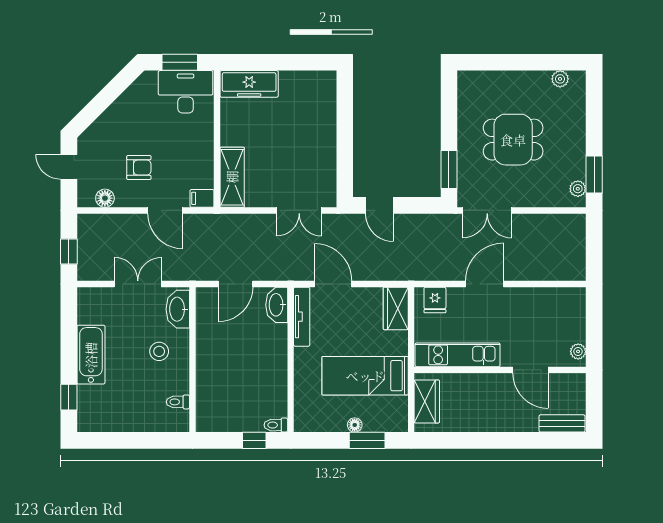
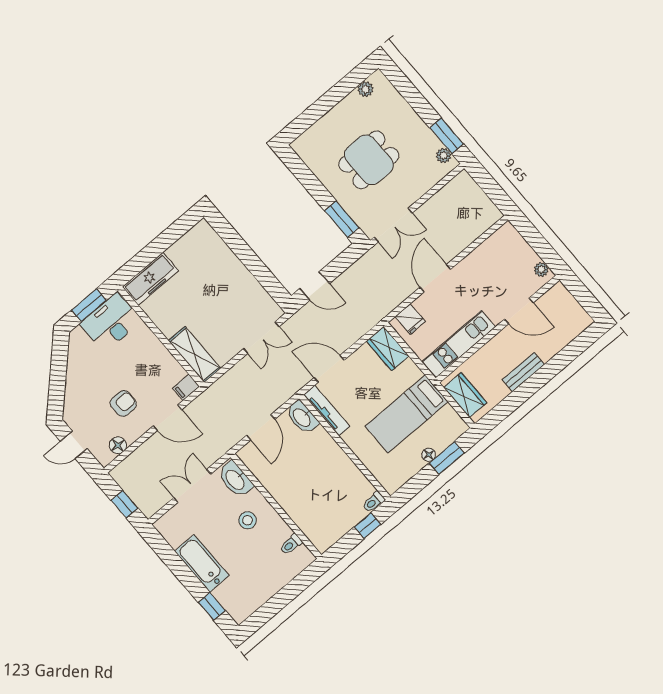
bench: (562, 423) -> (523, 372), moved

